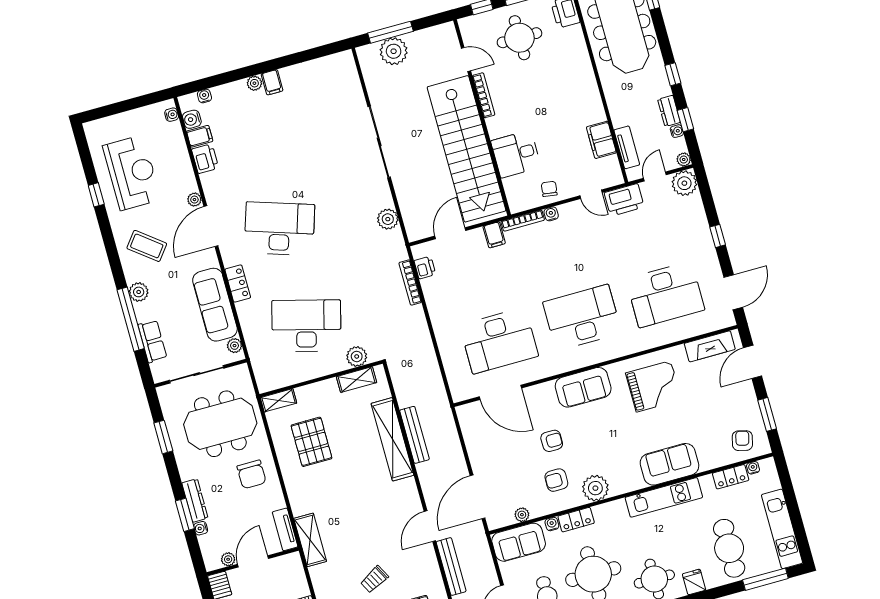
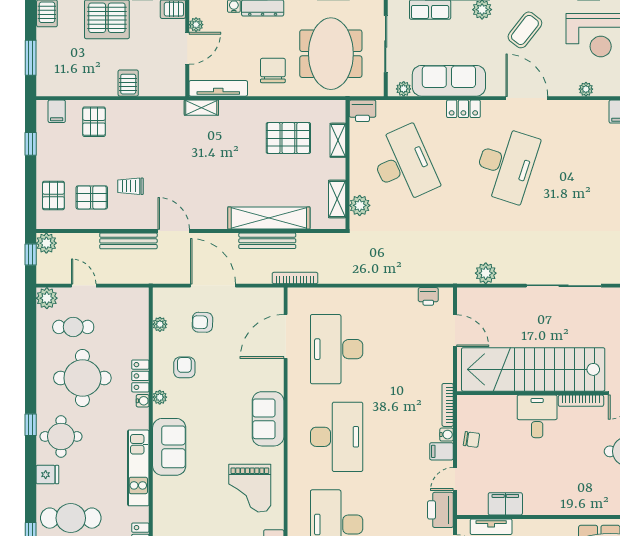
desk: (516, 154) -> (537, 416), moved
printer: (205, 159) -> (362, 111), moved
plant: (194, 200) -> (586, 89), moved
filing cabinet: (494, 235) -> (441, 451), moved
bookcase: (410, 282) -> (295, 278), moved
desk: (306, 326) -> (404, 165), turned -39
shelving: (279, 400) -> (338, 140), moved
armchair: (552, 441) -> (202, 322), moved, turned 92
sofa: (669, 464) -> (169, 447), moved
chair: (251, 474) -> (273, 70), turned 90
plant: (595, 488) -> (160, 397), width x0.53, depth x0.53
door: (477, 497) -> (213, 286), moved
water cooler: (552, 524) -> (143, 401), moved
tv unit: (285, 529) -> (218, 88), width x1.41
shelving: (310, 540) -> (201, 108), width x0.67, depth x0.75
sofa: (519, 542) -> (134, 314), removed
door: (253, 561) -> (187, 48), hinge flipped
trolley: (374, 579) -> (130, 186), moved, turned -62

